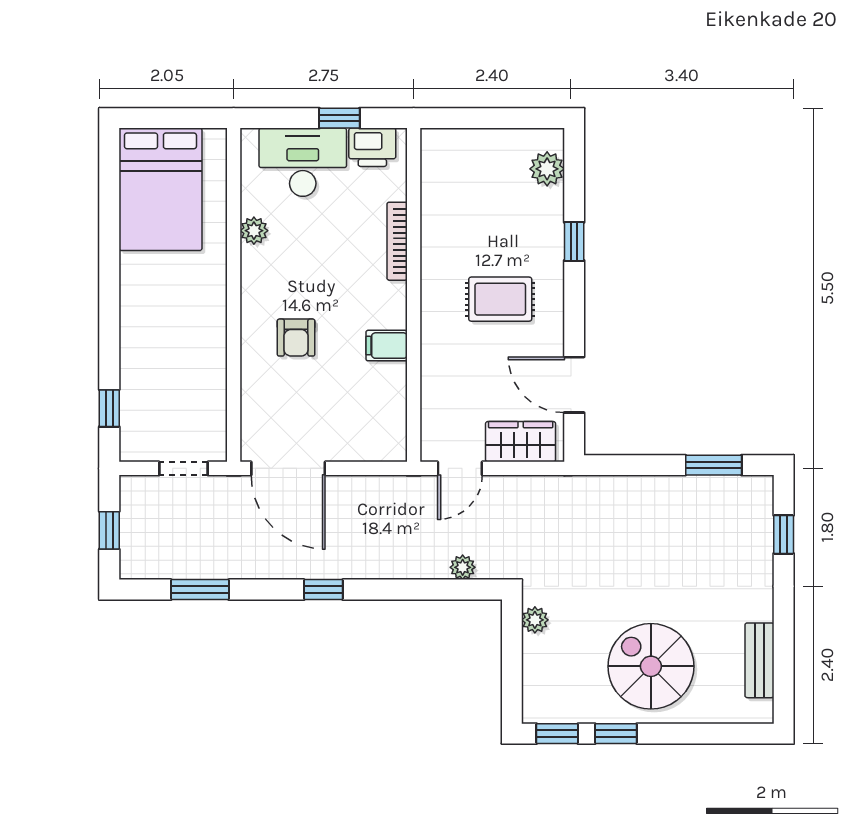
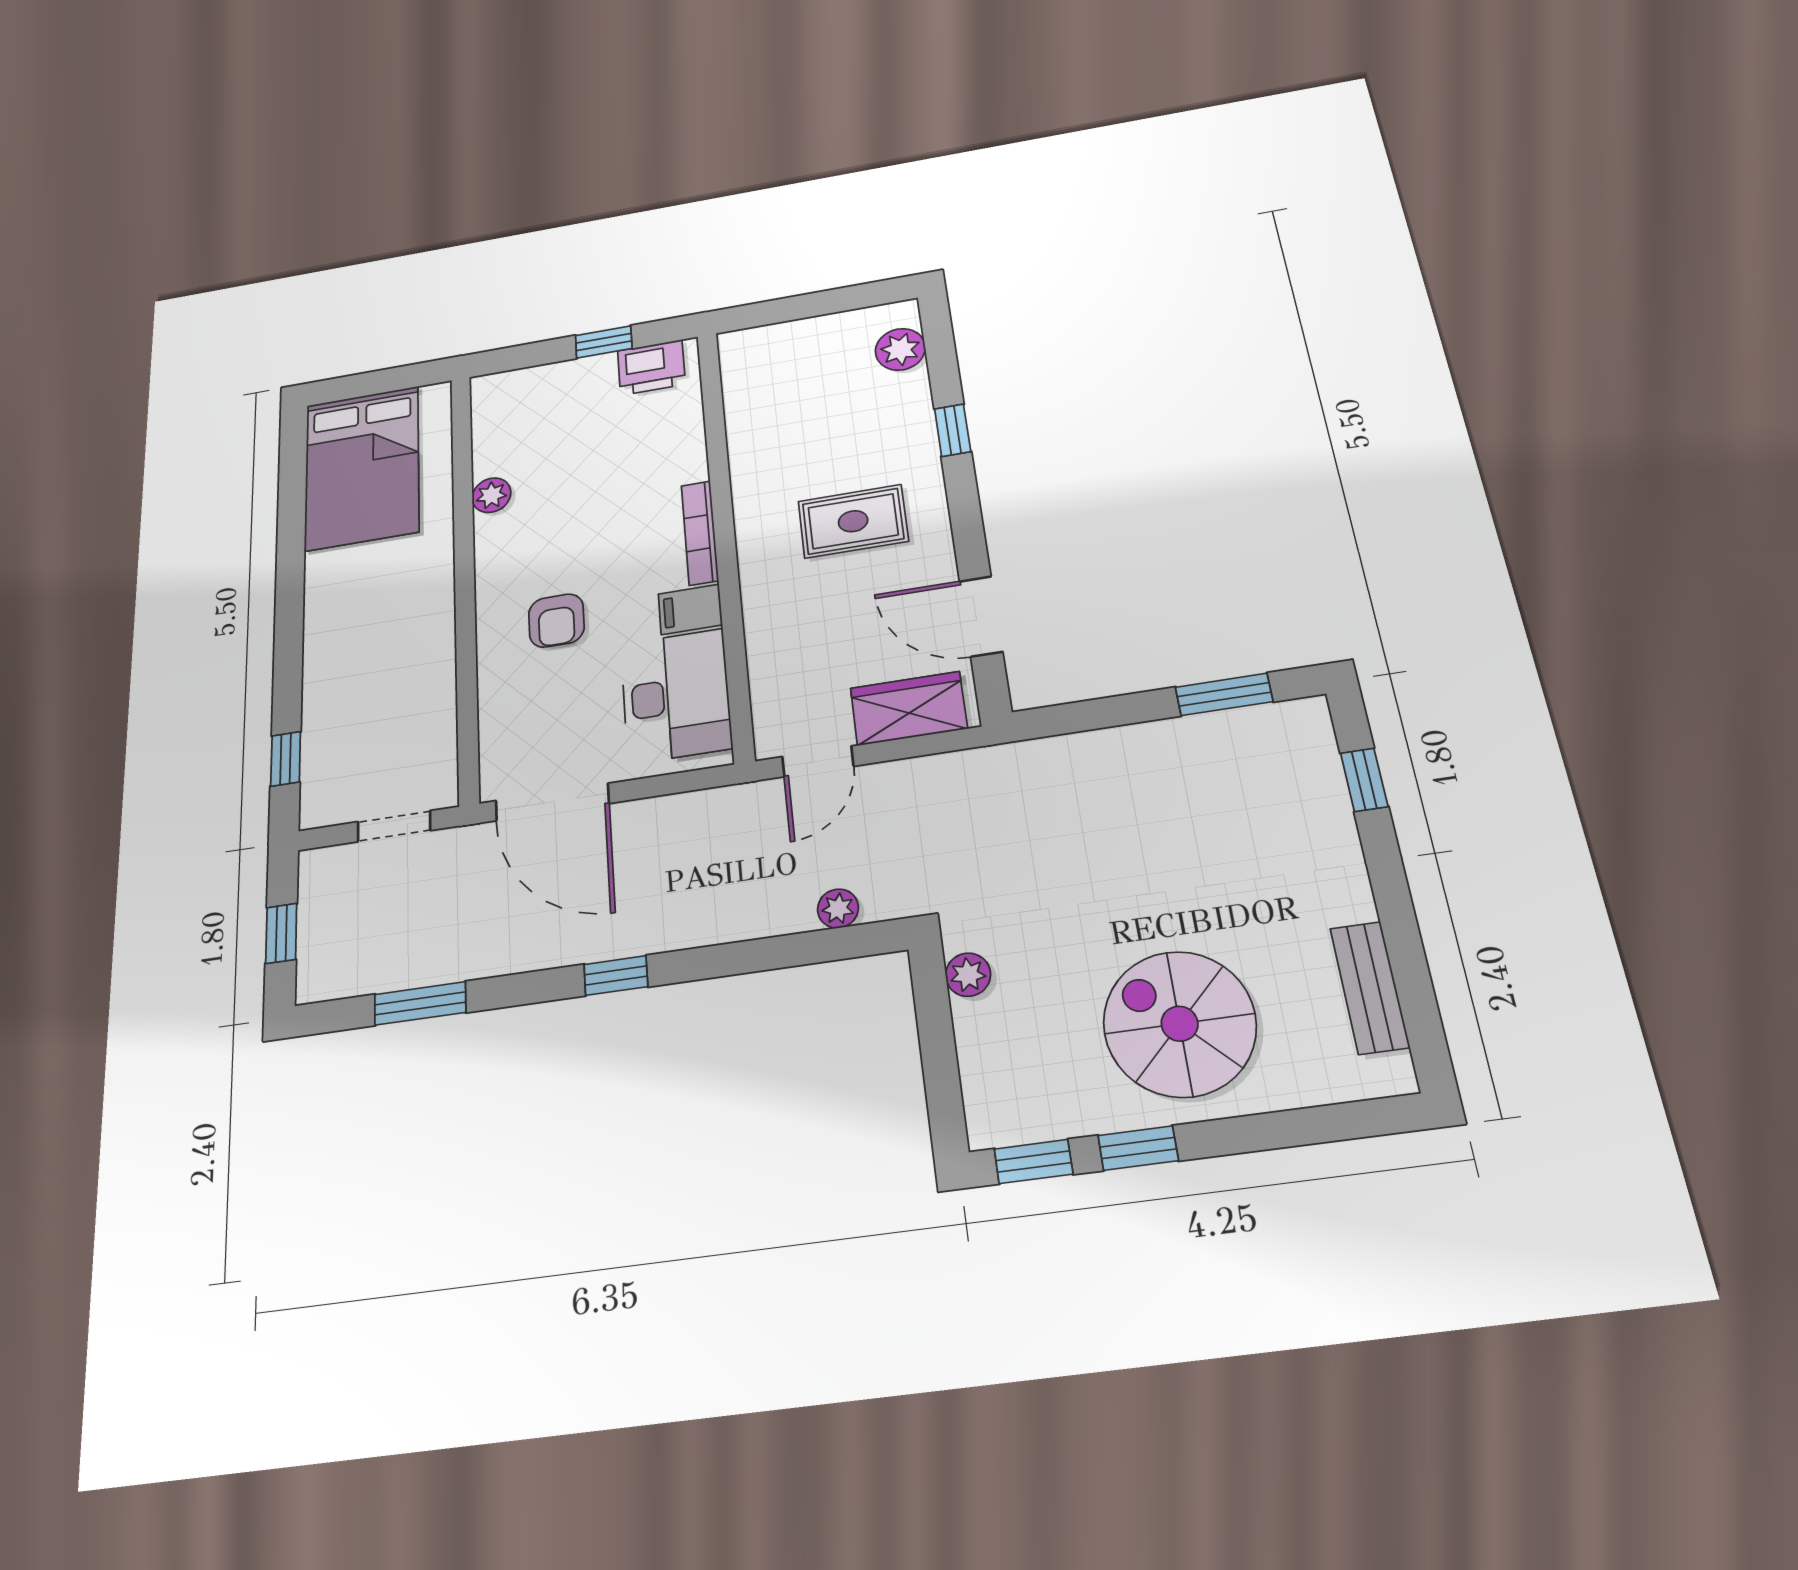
desk: (303, 162) -> (676, 696), moved, turned 90
bookcase: (397, 241) -> (700, 533), moved

